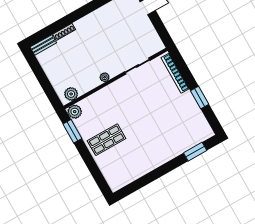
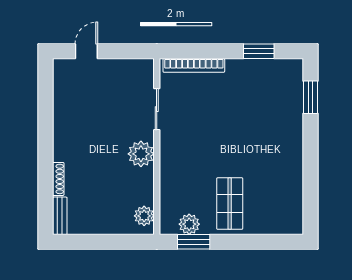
plant: (105, 77) -> (141, 154), width x1.88, depth x1.88
window: (200, 97) -> (259, 51), moved
plant: (75, 112) -> (189, 224), moved

